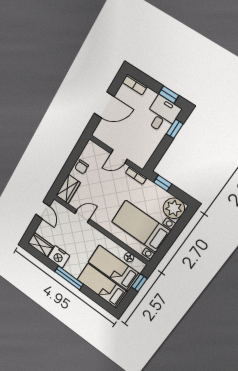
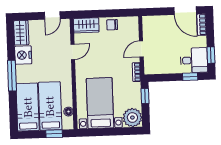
door: (104, 105) -> (185, 11), moved
door: (119, 156) -> (141, 49), hinge flipped
door: (82, 216) -> (73, 52), hinge flipped

